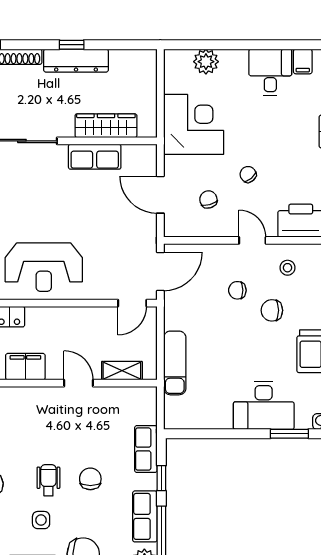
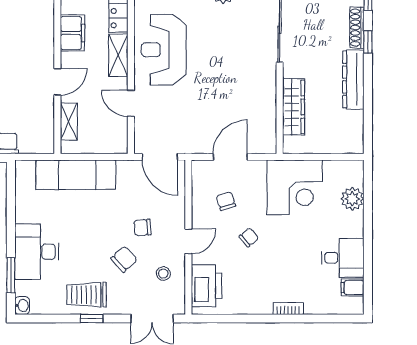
window: (72, 45) -> (368, 42), moved
row of seats: (95, 157) -> (265, 97), removed
chair: (208, 199) -> (226, 201), turned -91
chair: (237, 290) -> (143, 227), turned -94
door: (132, 303) -> (131, 103), moved
chair: (272, 310) -> (124, 259), turned 48
shelving: (50, 317) -> (118, 55), added
exam couch: (175, 363) -> (76, 175), width x1.36, depth x1.45

